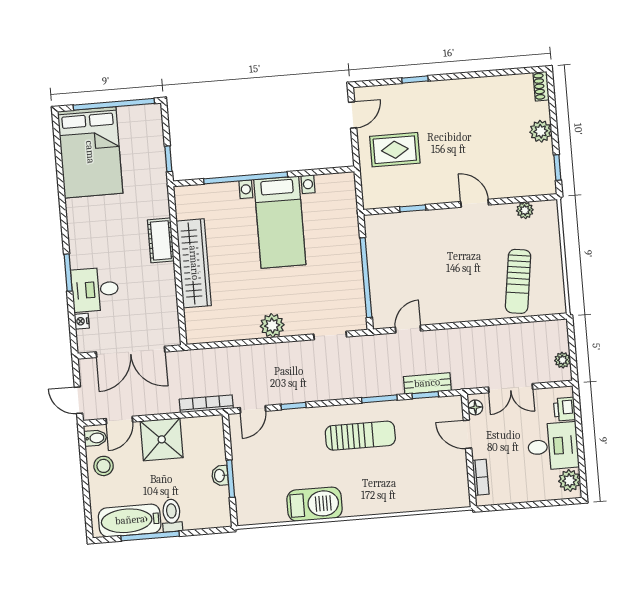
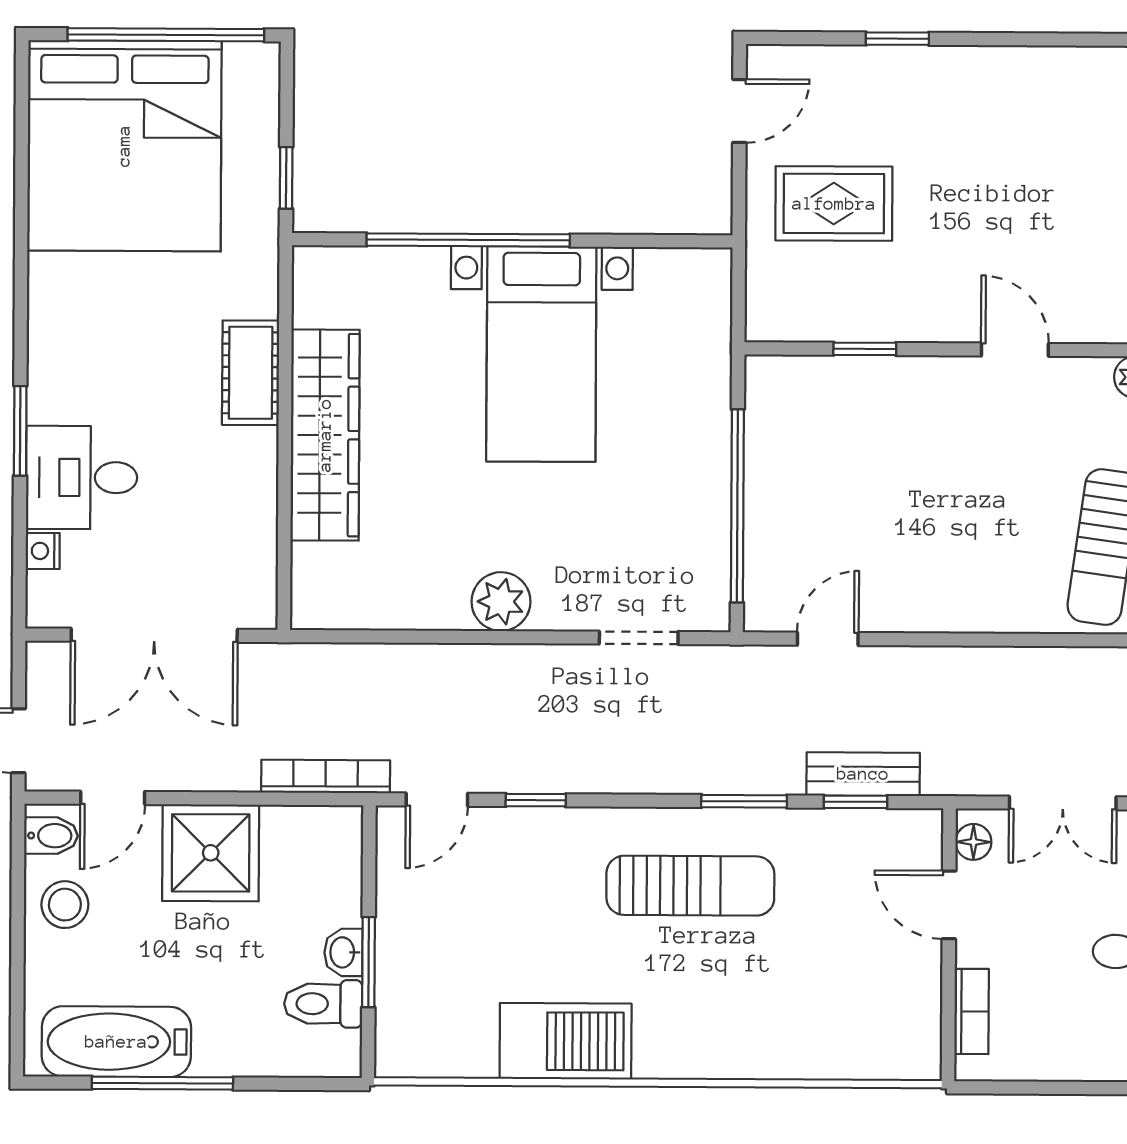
bed: (90, 152) -> (124, 146), width x1.36
toilet: (172, 515) -> (323, 1004), moved, turned -90

